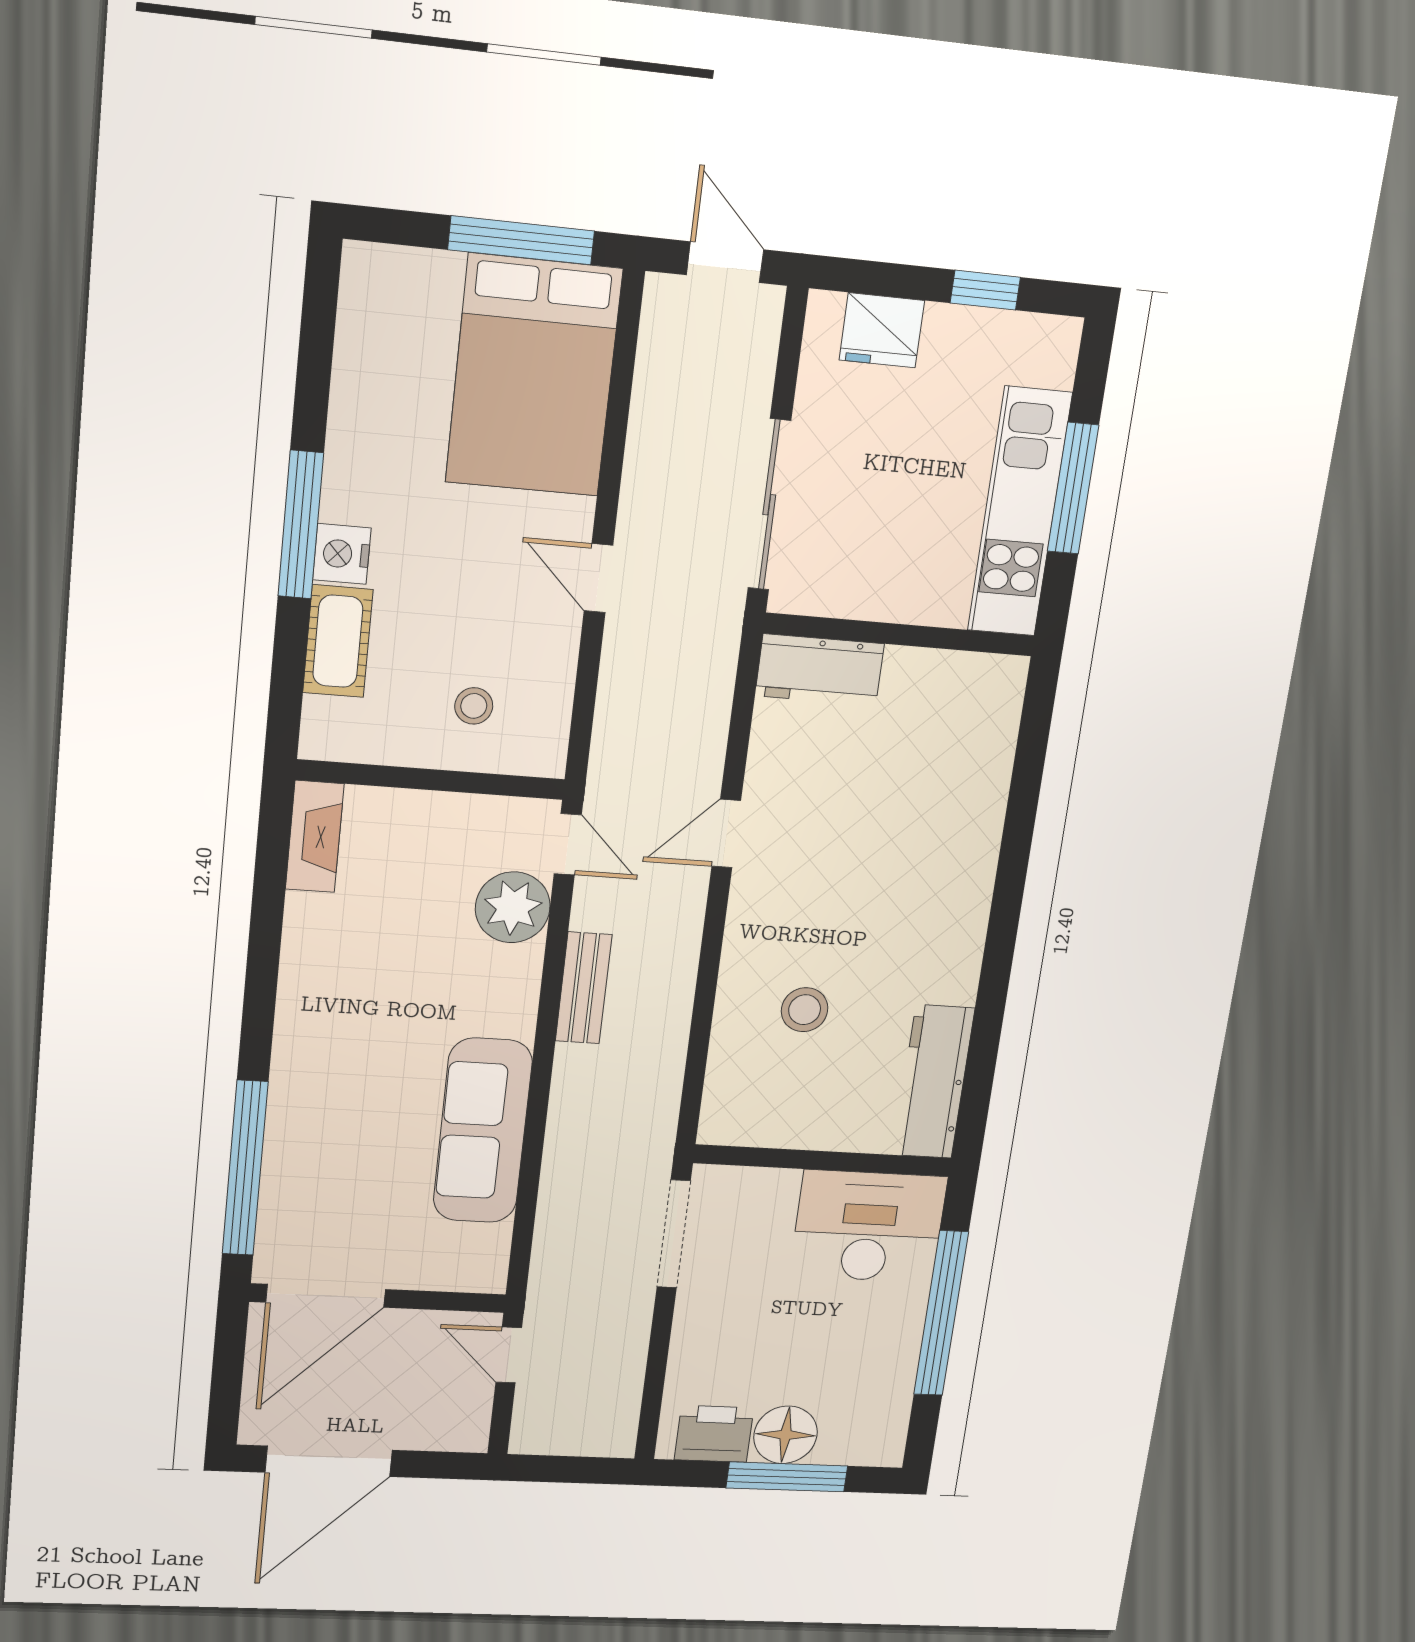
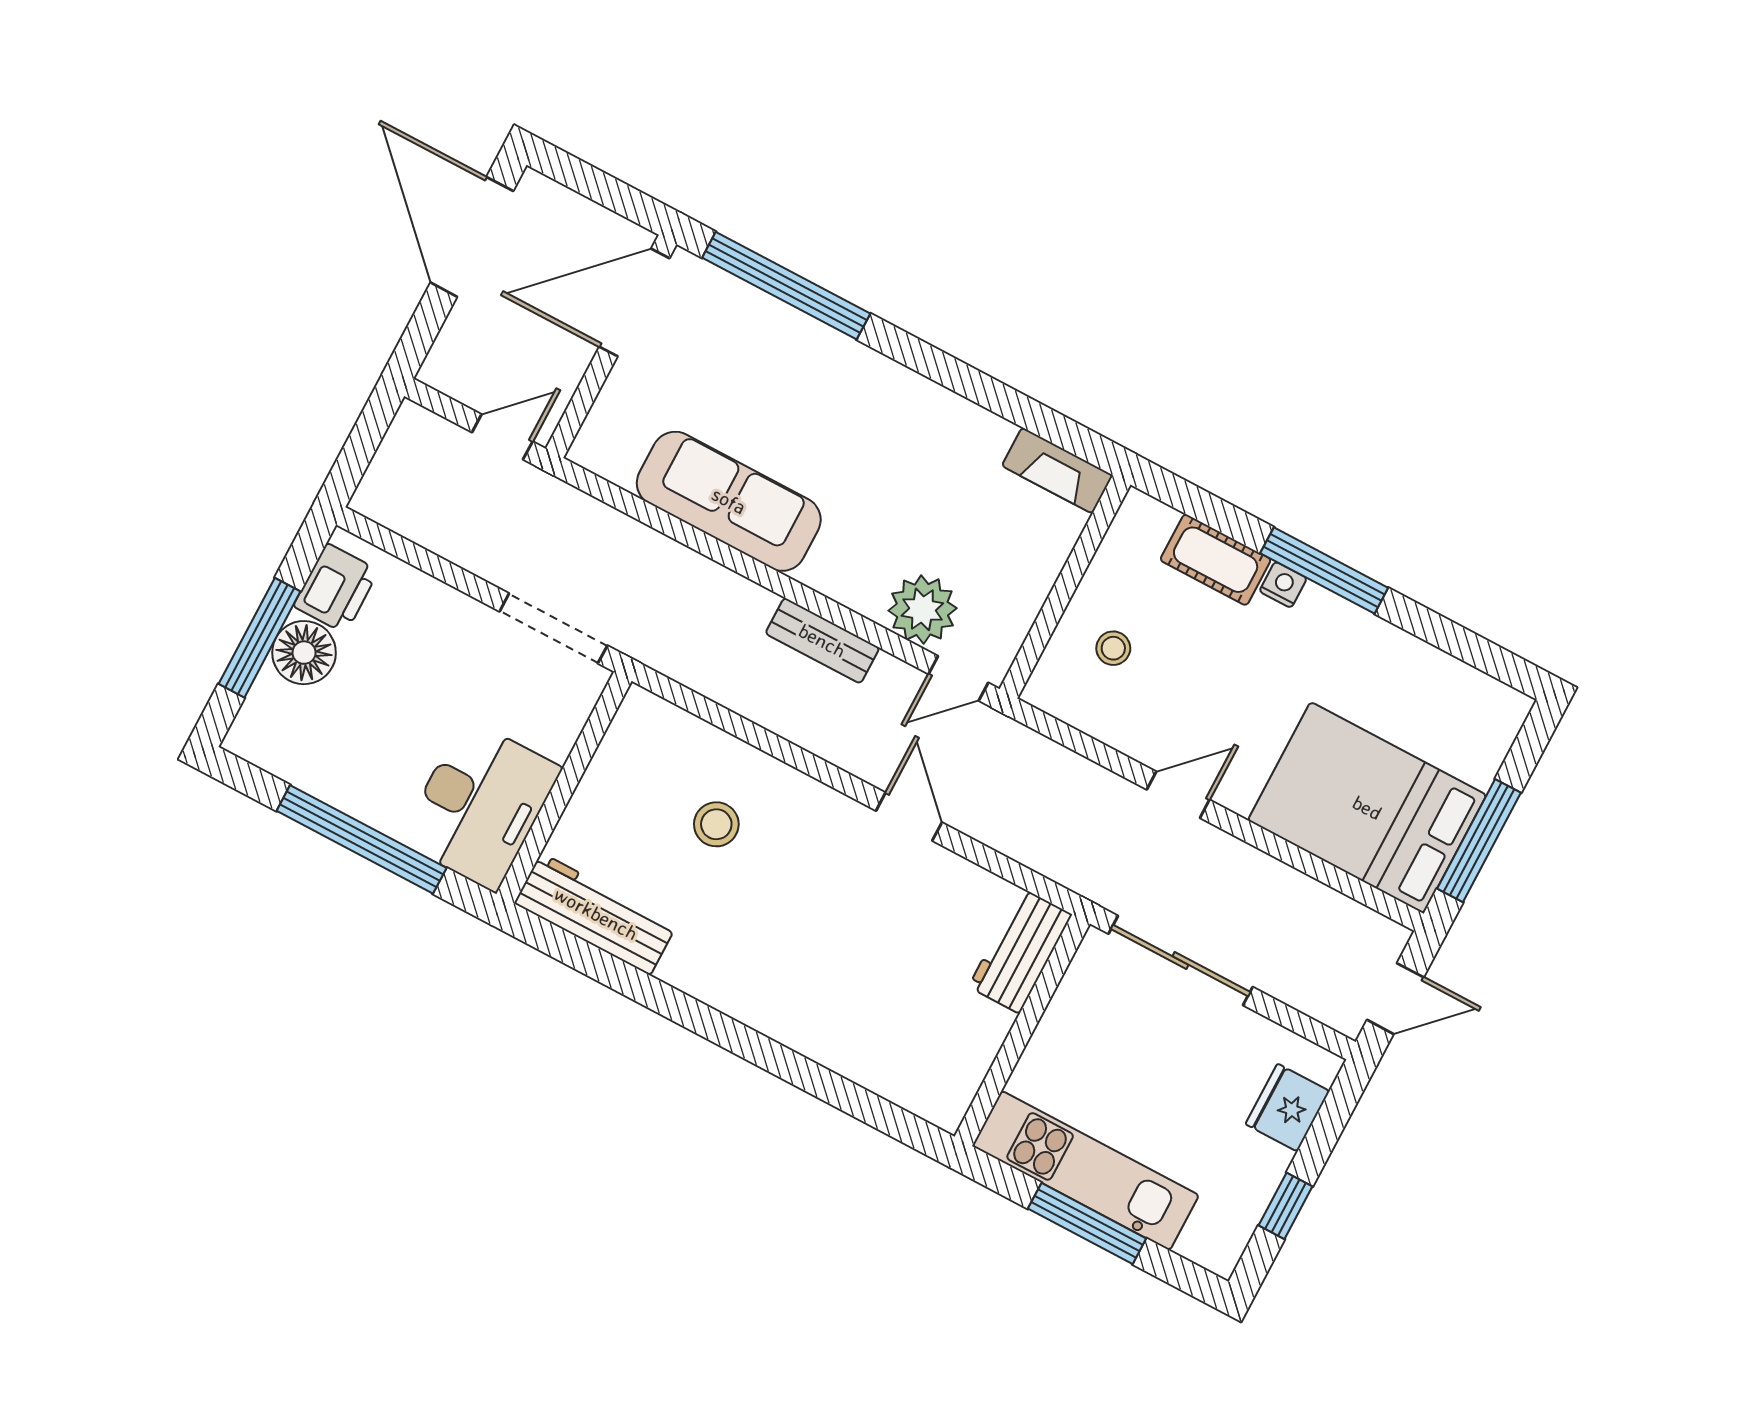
nightstand: (342, 554) -> (1283, 585), width x0.72, depth x0.74
door: (326, 1296) -> (634, 303), hinge flipped

